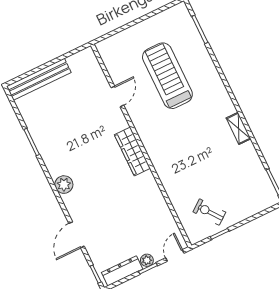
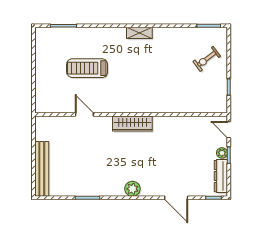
treadmill: (167, 76) -> (87, 68), width x0.73, depth x0.73
shelving: (239, 128) -> (139, 33), moved
exercise bike: (209, 212) -> (207, 59), moved

